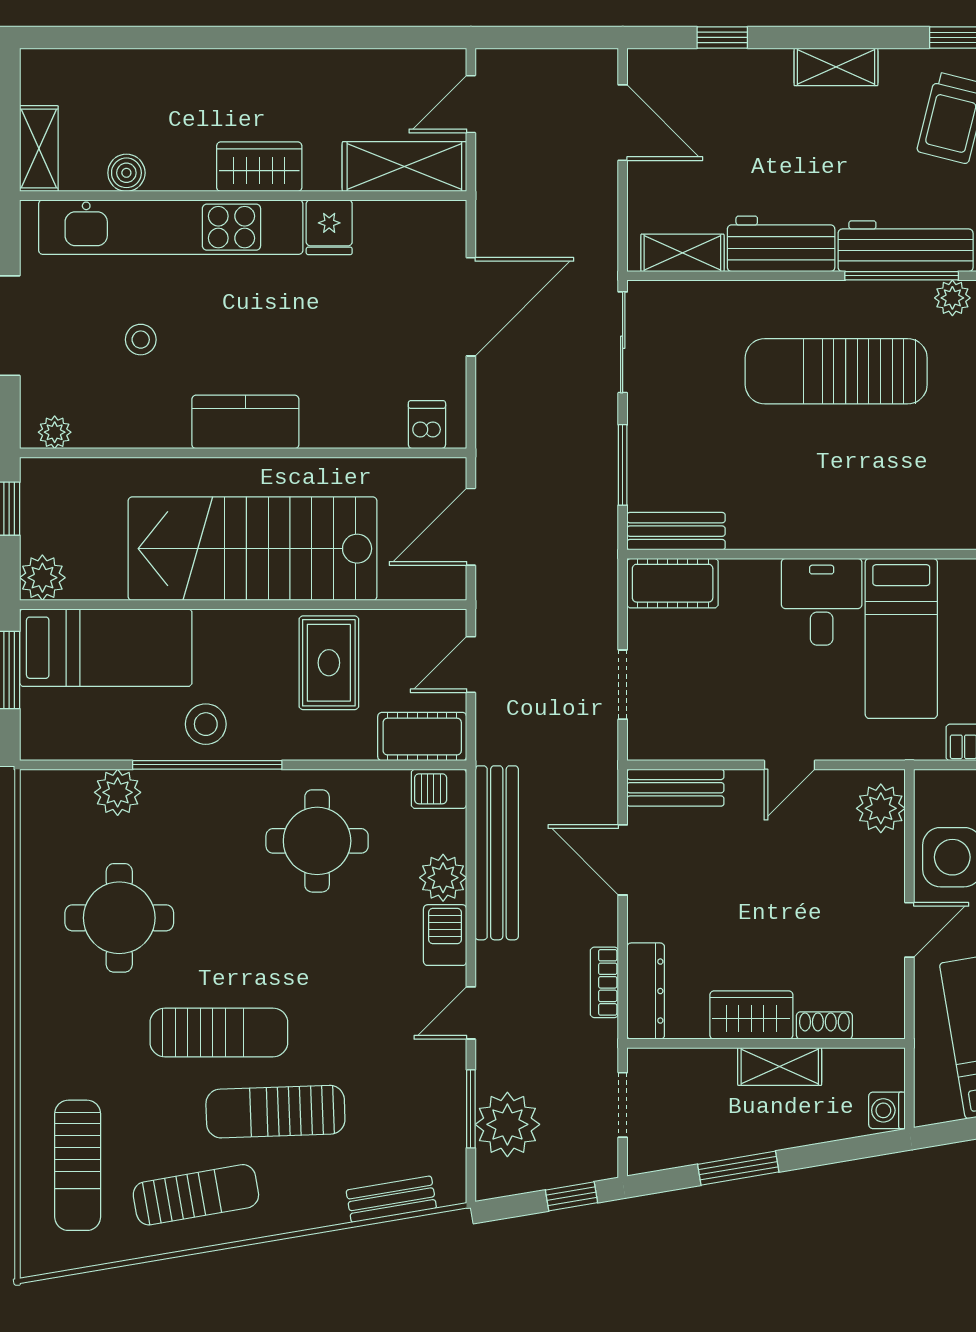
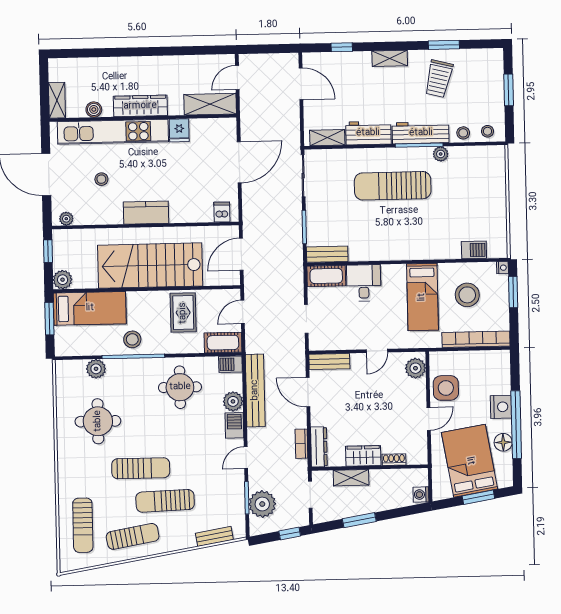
wardrobe: (259, 167) -> (140, 106), width x1.50
desk: (822, 602) -> (364, 283), moved
shelving: (780, 1066) -> (351, 478), moved

